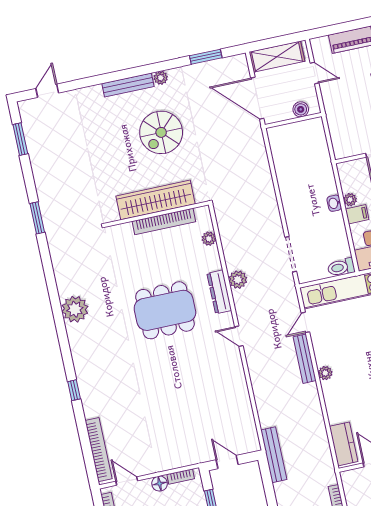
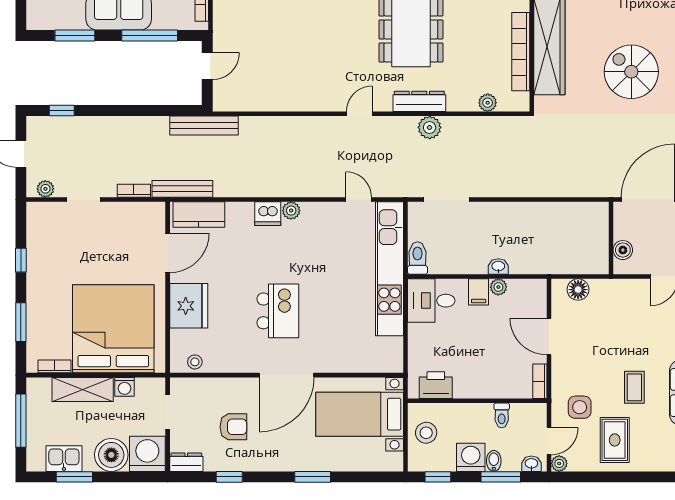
floor lamp: (339, 138) -> (578, 290), added
bench: (305, 359) -> (182, 189), moved
dishwasher: (331, 391) -> (268, 214), added

